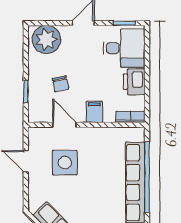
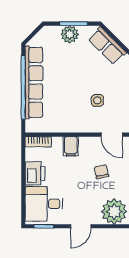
door: (64, 125) -> (112, 135), moved
side table: (65, 163) -> (97, 100), width x0.54, depth x0.54

